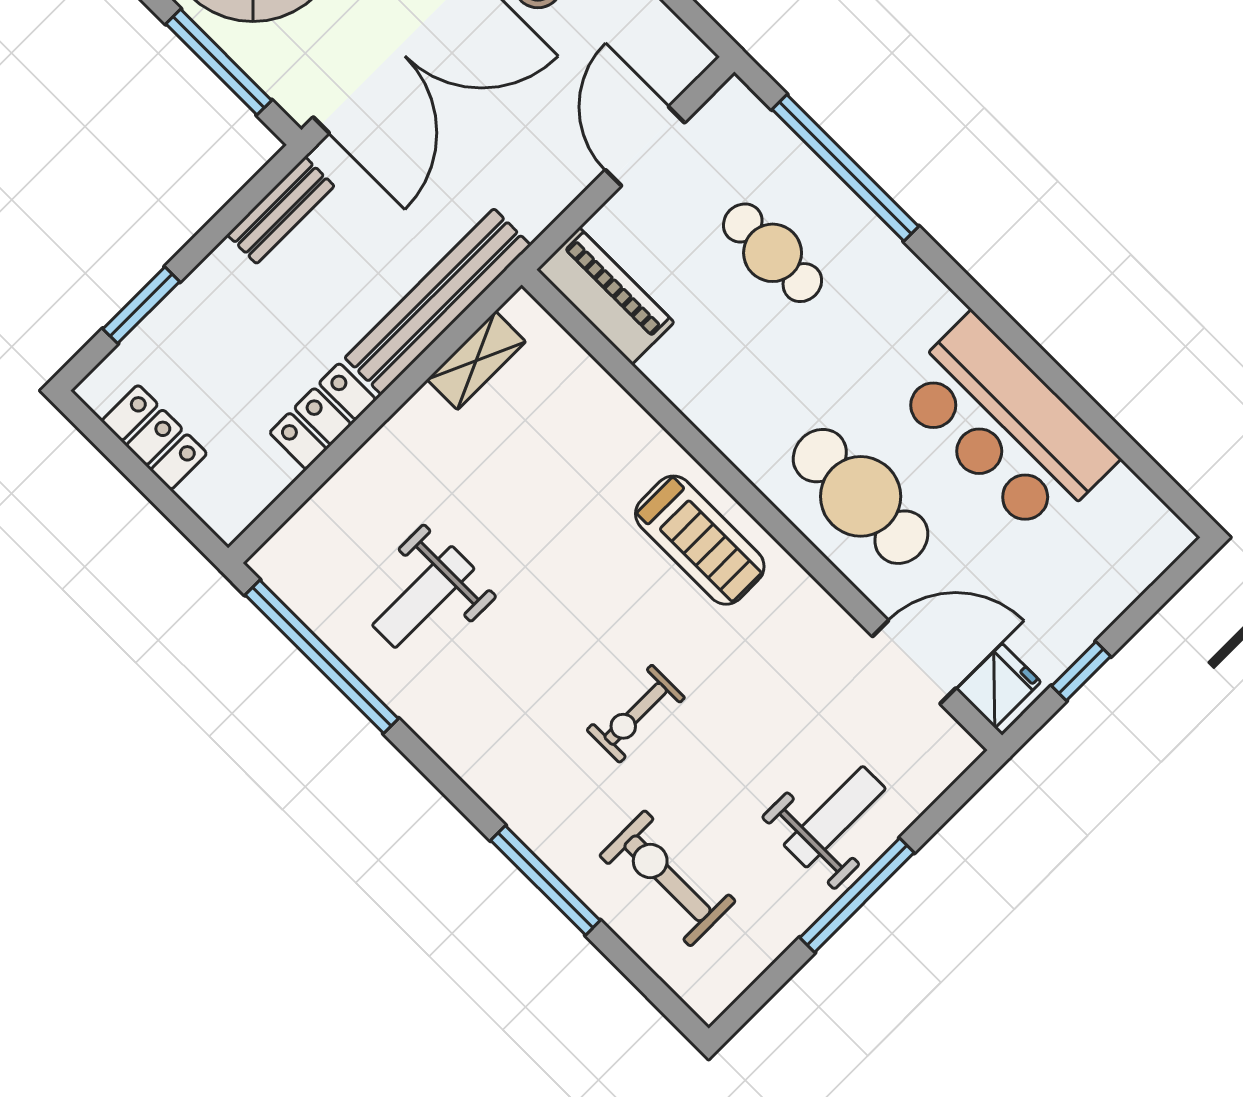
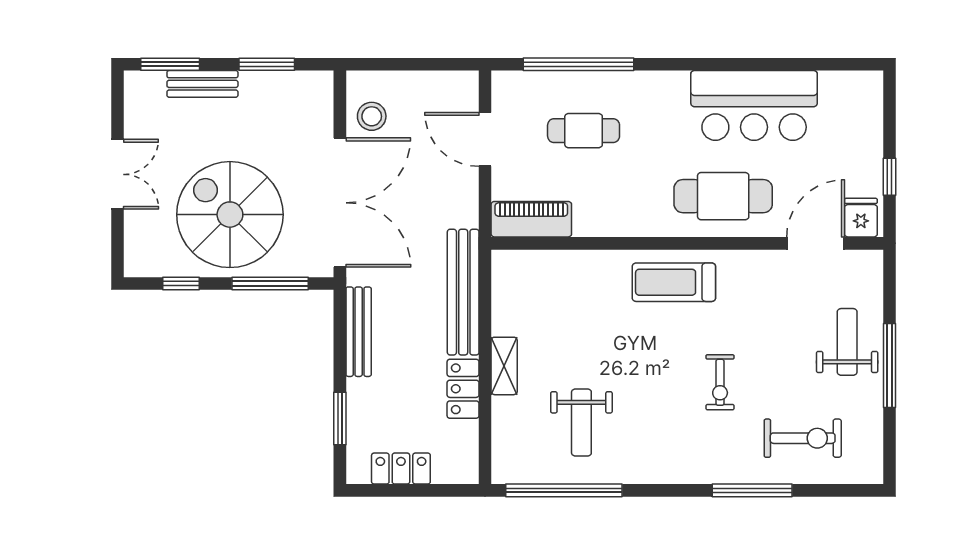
bench: (281, 210) -> (359, 332), width x1.36
shelving: (476, 360) -> (504, 366), moved
treadmill: (700, 540) -> (674, 282), turned 180
exercise bike: (668, 878) -> (803, 438), turned 180

